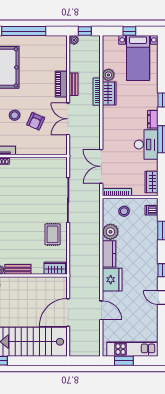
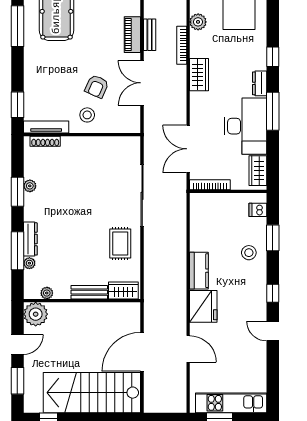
wardrobe: (109, 93) -> (199, 75), moved
stool: (15, 115) -> (87, 115), moved
desk: (146, 145) -> (245, 126), width x1.36, depth x1.30
stool: (124, 211) -> (249, 253), moved
plant: (110, 232) -> (201, 240), removed
bench: (18, 269) -> (89, 292), moved

